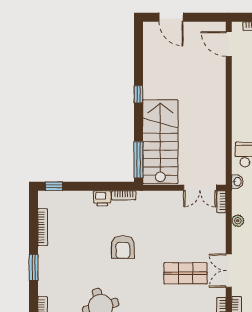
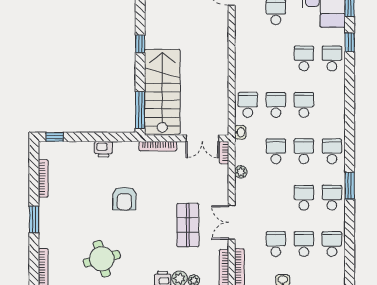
bookcase: (124, 195) -> (158, 146), moved, width x1.56
shop shelf: (186, 273) -> (188, 225), turned 90

